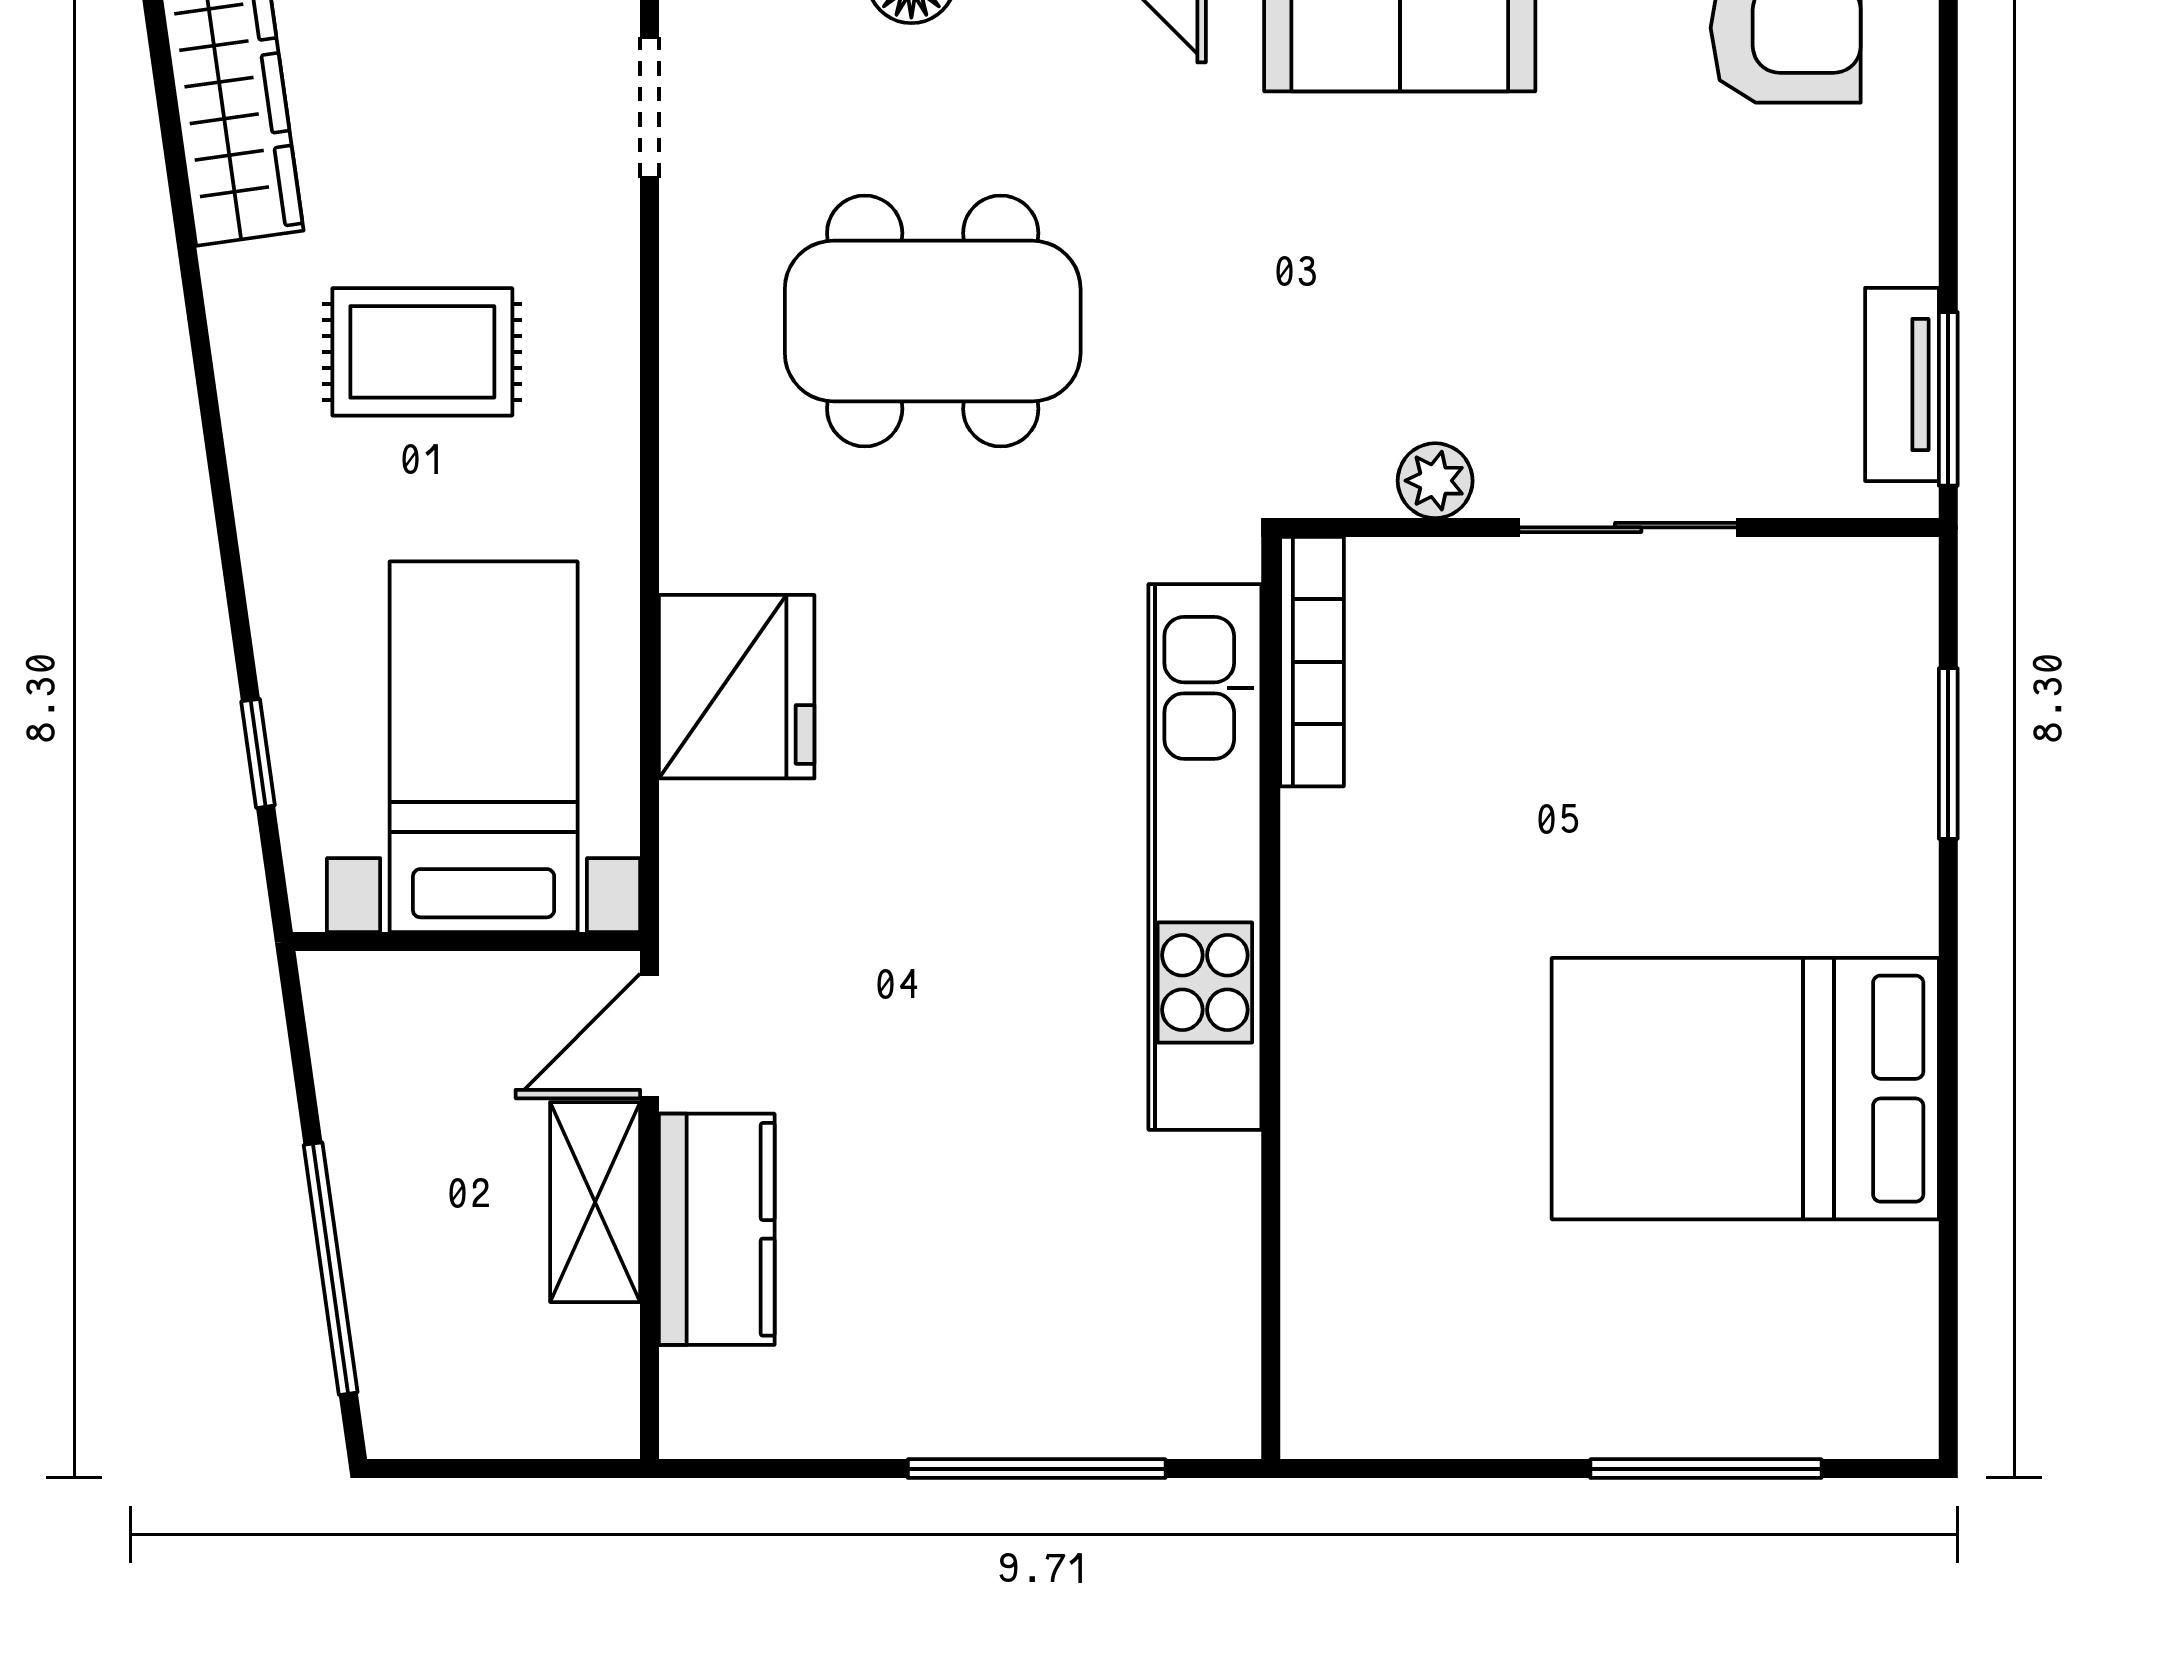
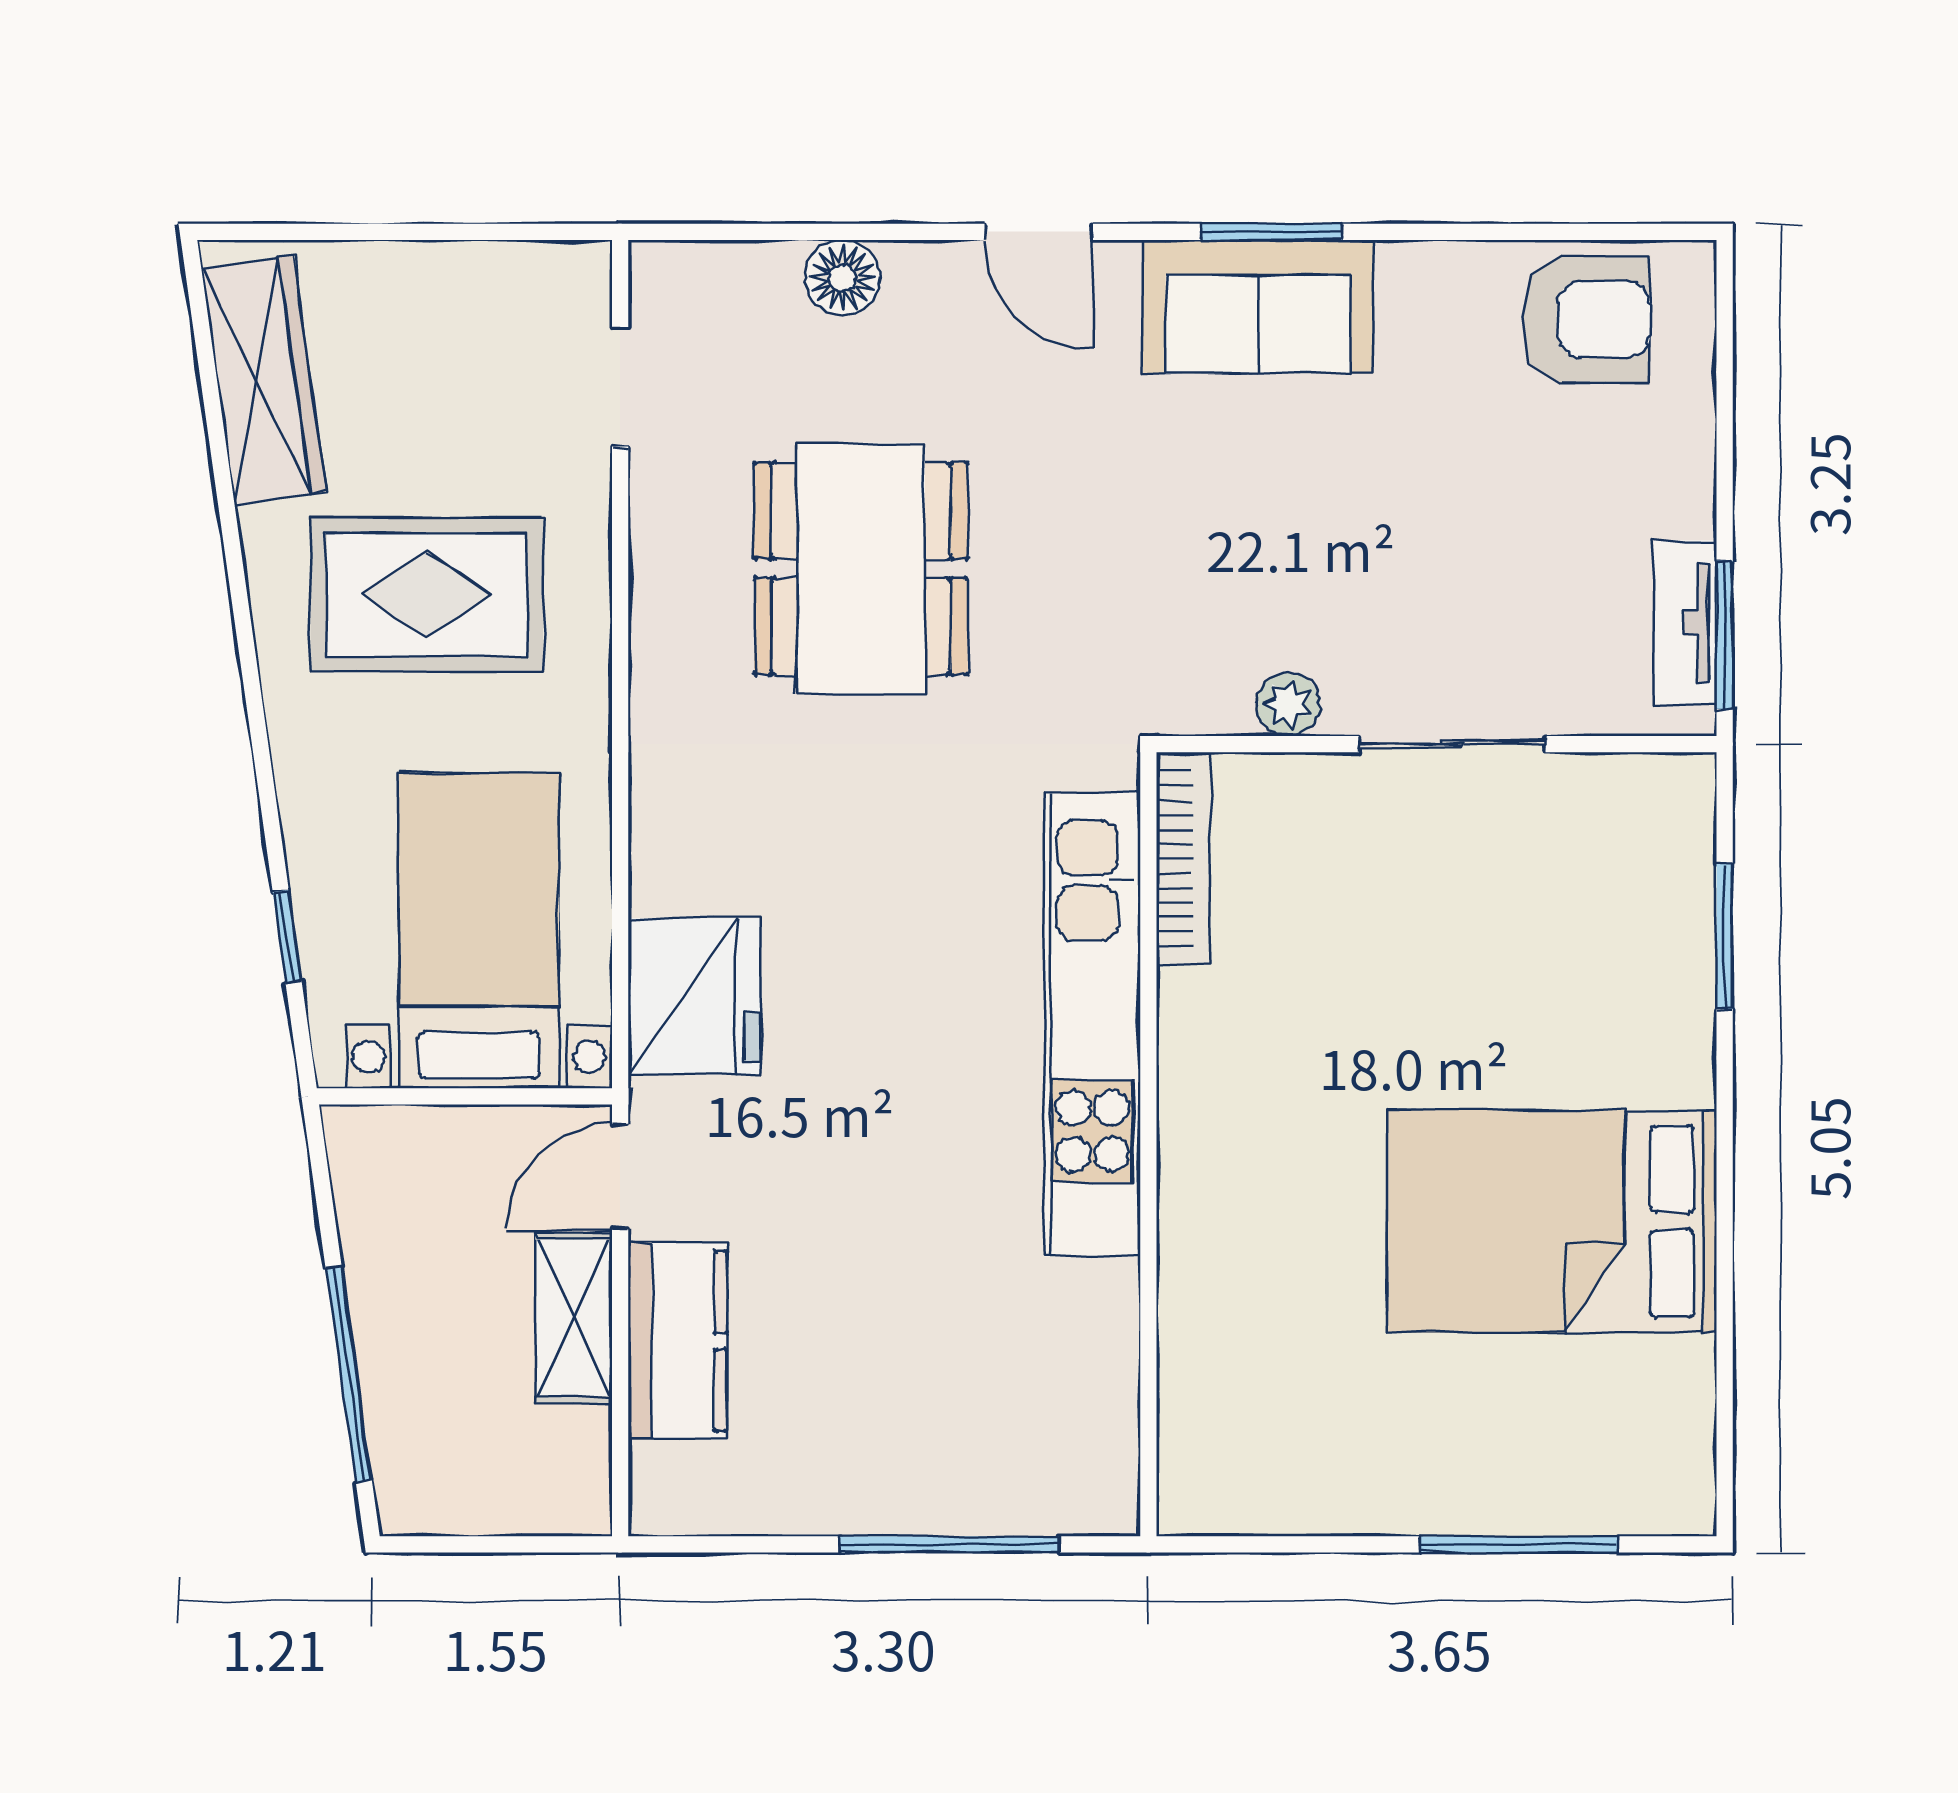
dining table: (933, 321) -> (861, 569), turned 90
rug: (422, 352) -> (427, 595), width x1.36, depth x1.43
fridge: (737, 687) -> (694, 996), moved

